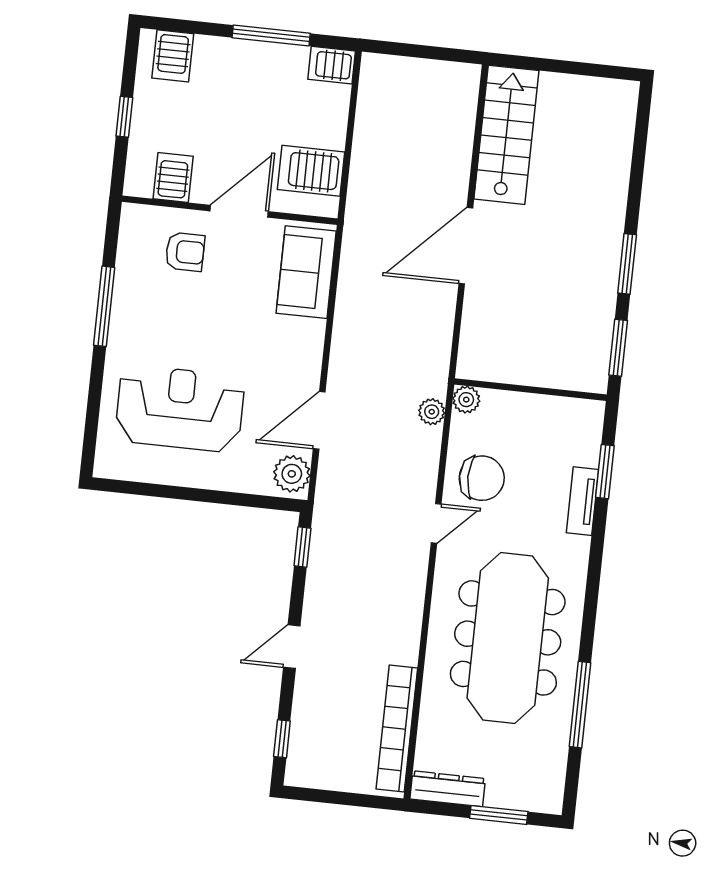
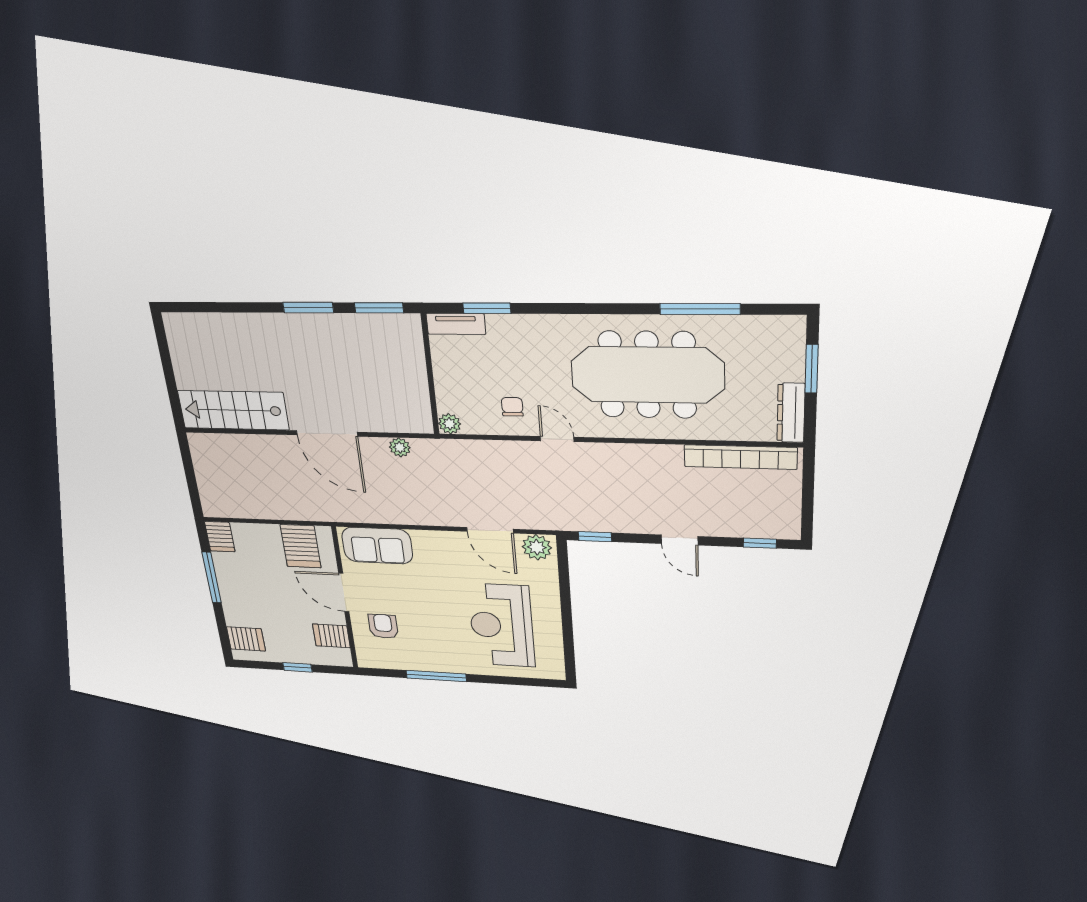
plant: (432, 412) -> (400, 447), moved
chair: (482, 478) -> (512, 407), width x0.54, depth x0.54
tv unit: (583, 501) -> (456, 324), moved

